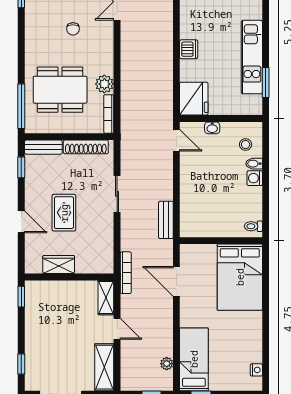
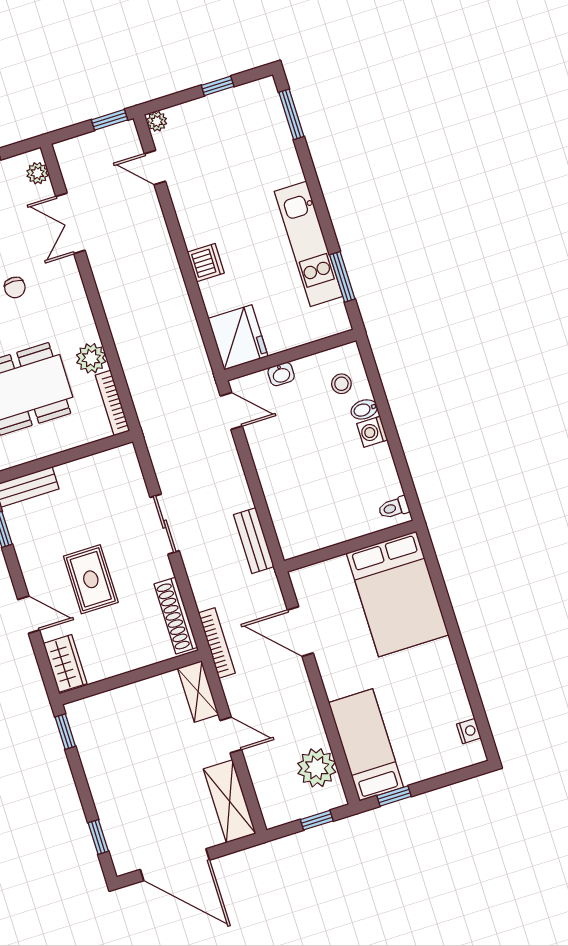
shoe rack: (86, 147) -> (176, 616), moved, turned 90
wardrobe: (59, 265) -> (65, 663), moved, turned 90
plant: (167, 364) -> (317, 768), width x1.88, depth x1.88

